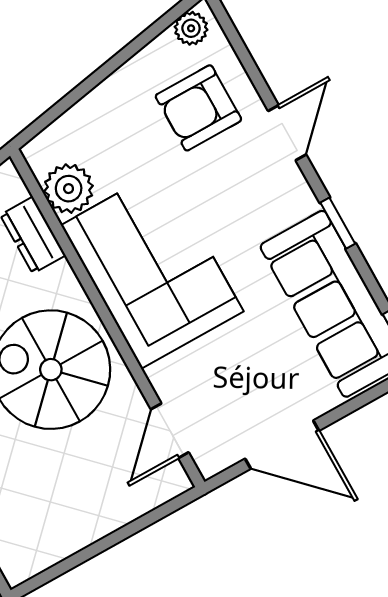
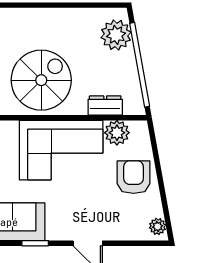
armchair: (198, 108) -> (134, 177), moved

